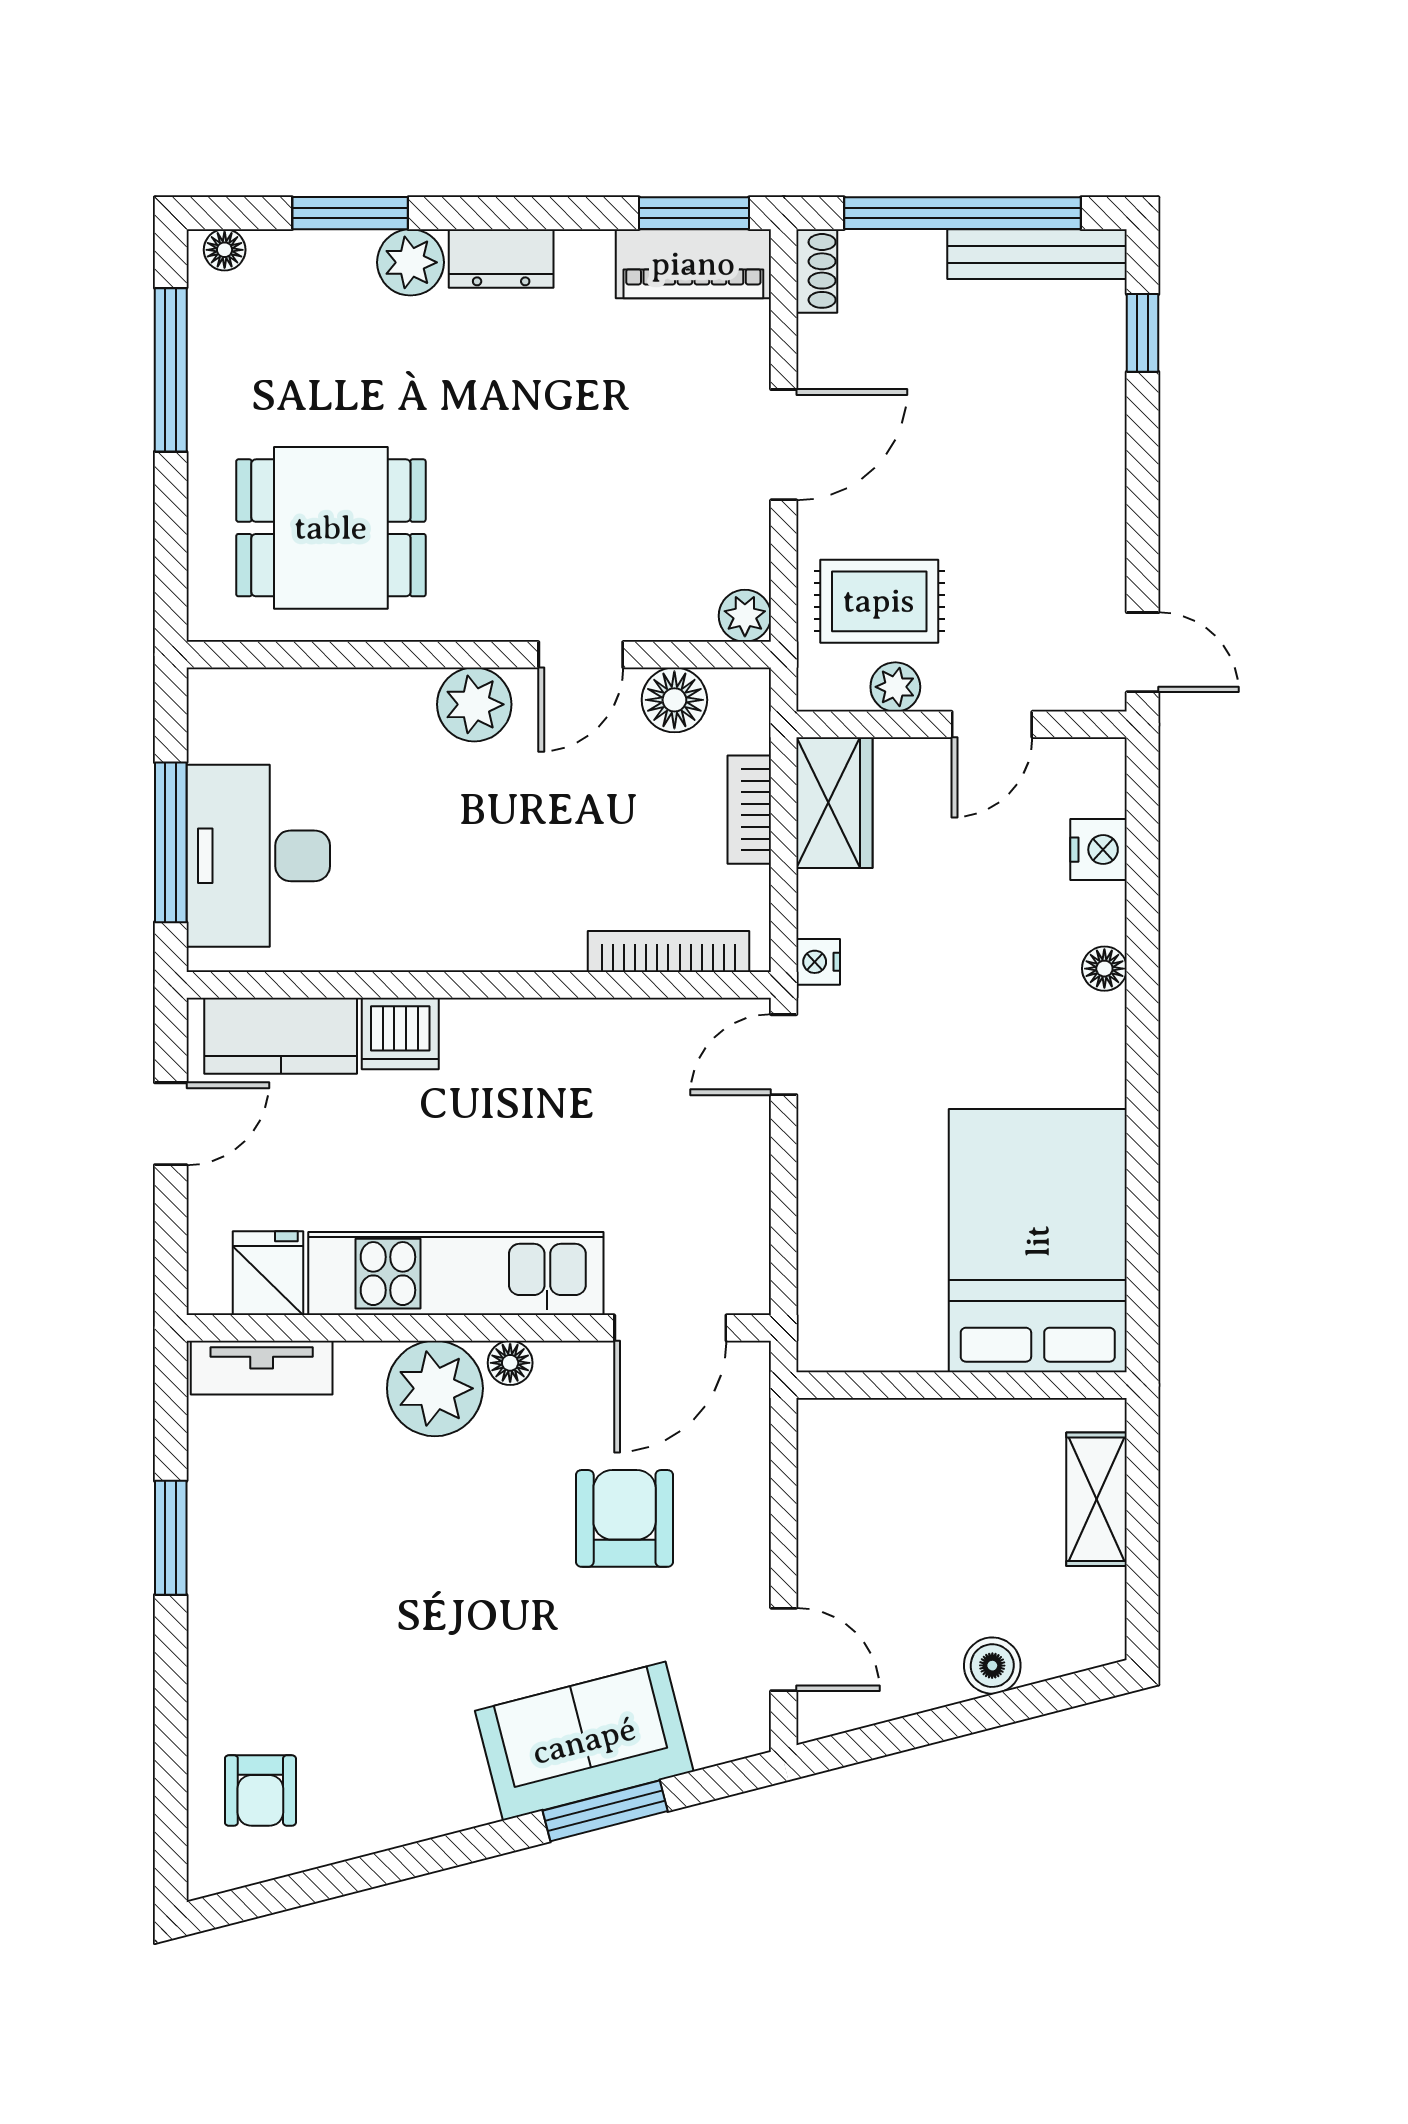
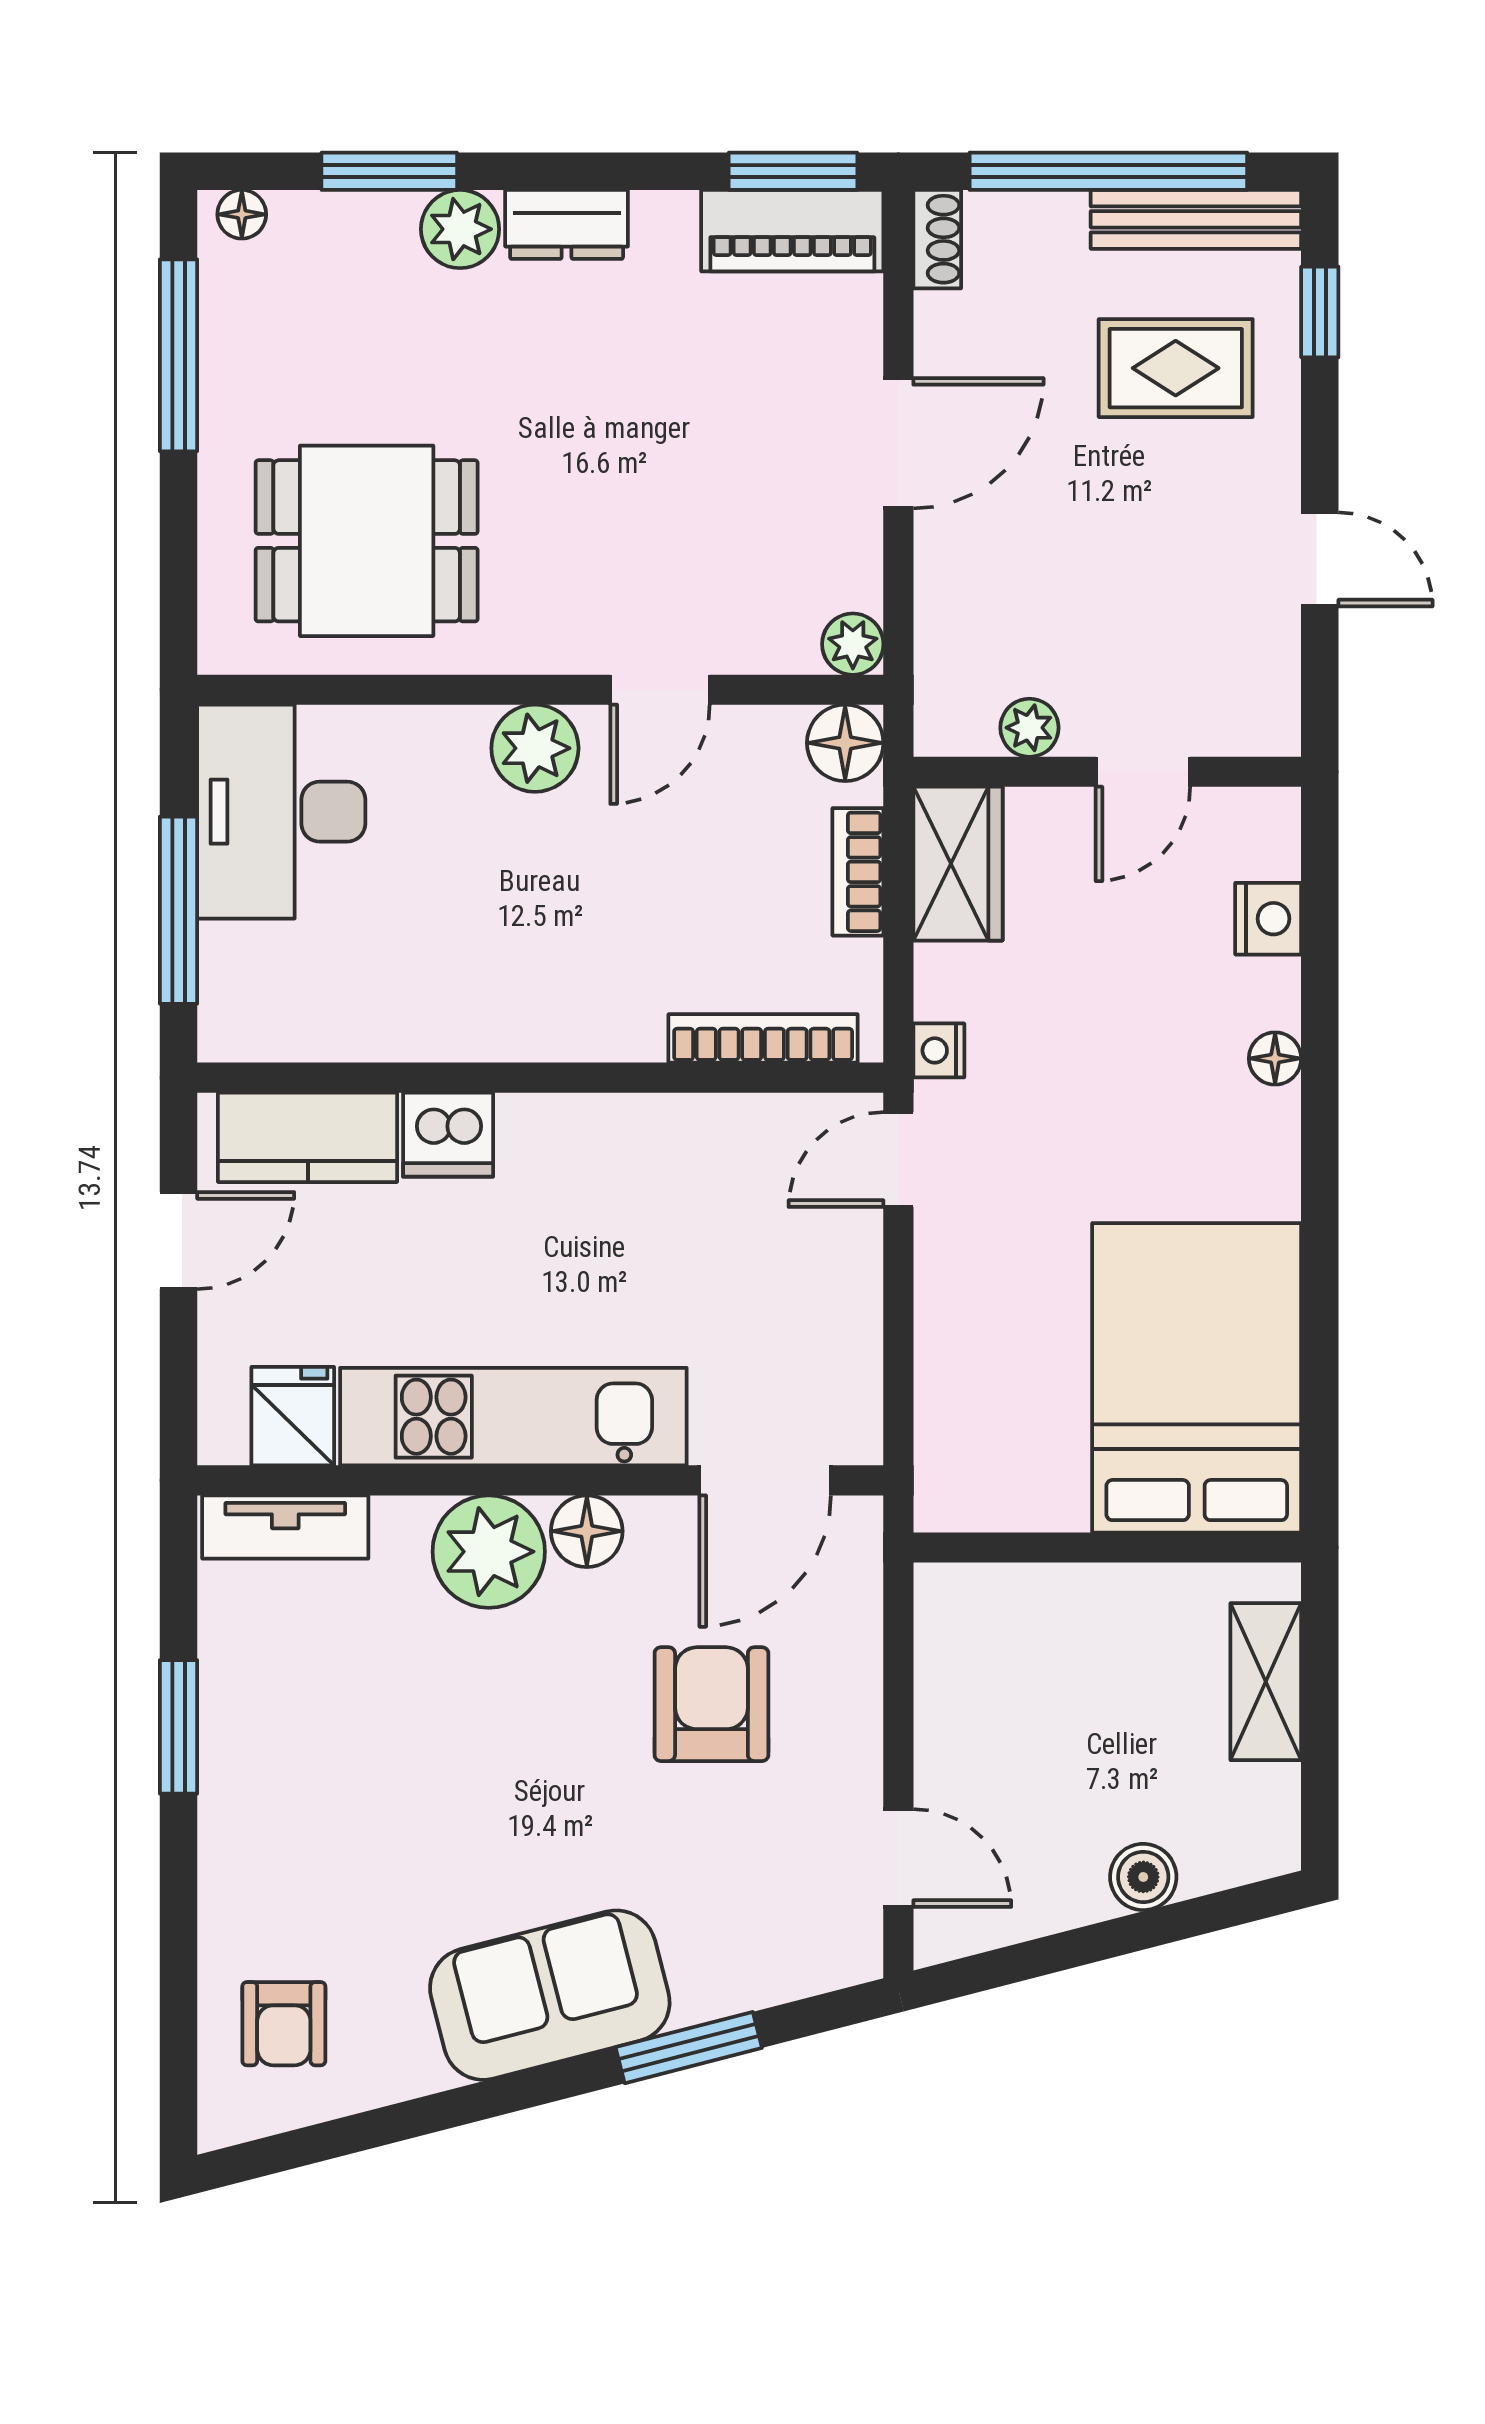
rug: (879, 601) -> (1176, 368), moved
door: (1143, 652) -> (1320, 559), moved
floor lamp: (674, 700) -> (845, 743), moved
desk: (258, 856) -> (281, 812), moved
floor lamp: (510, 1363) -> (587, 1531), width x1.37, depth x1.37
sofa: (584, 1741) -> (550, 1995), moved

